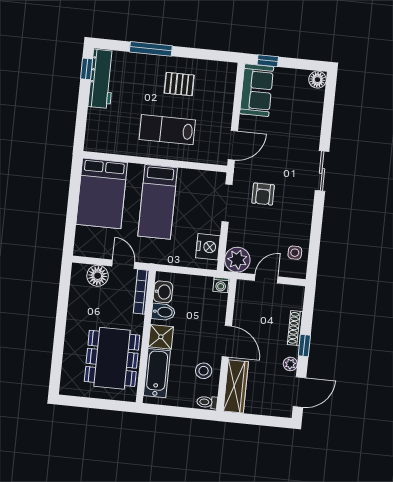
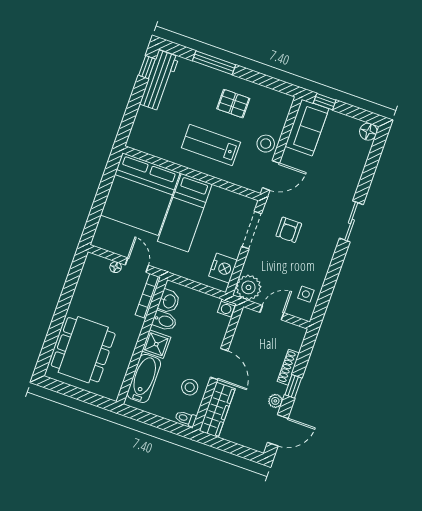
stool: (220, 115) -> (266, 144), added
bed: (102, 193) -> (140, 194), width x1.36
floor lamp: (98, 276) -> (116, 267), width x0.53, depth x0.53
dining table: (112, 358) -> (83, 350), moved

